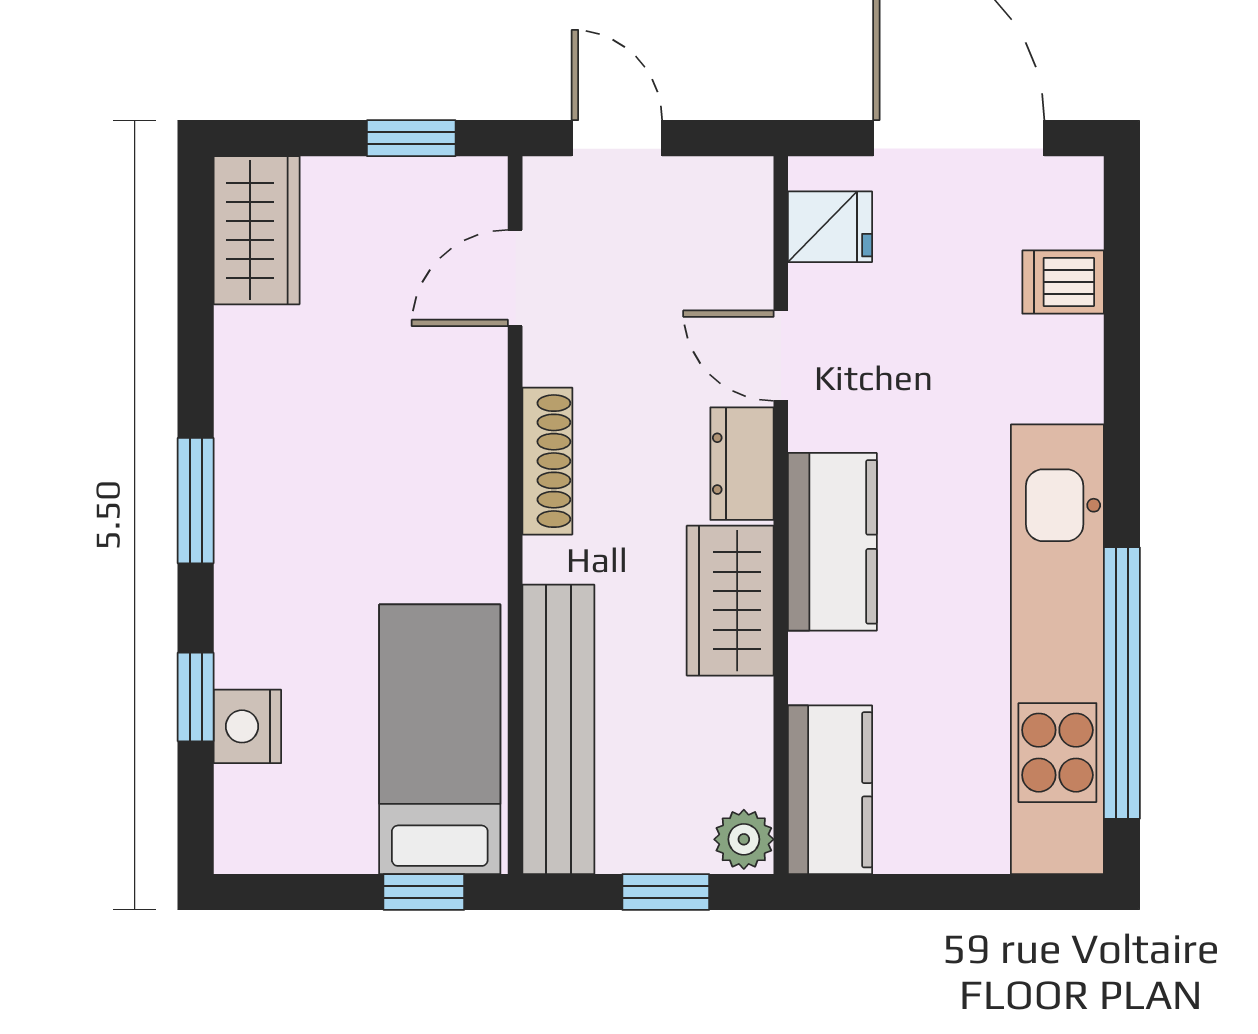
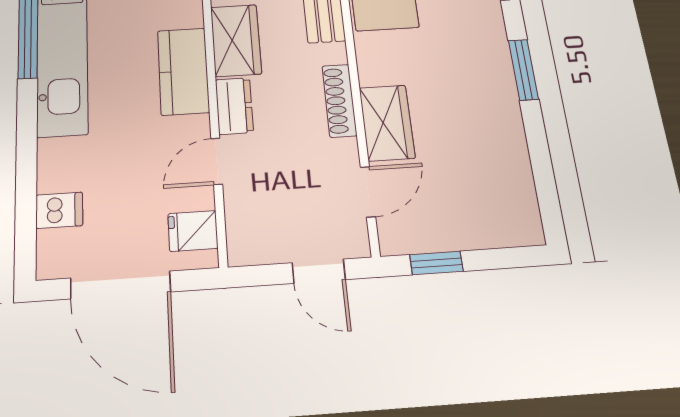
wardrobe: (257, 230) -> (387, 123), moved, turned 180
door: (781, 356) -> (217, 161), swing flipped

